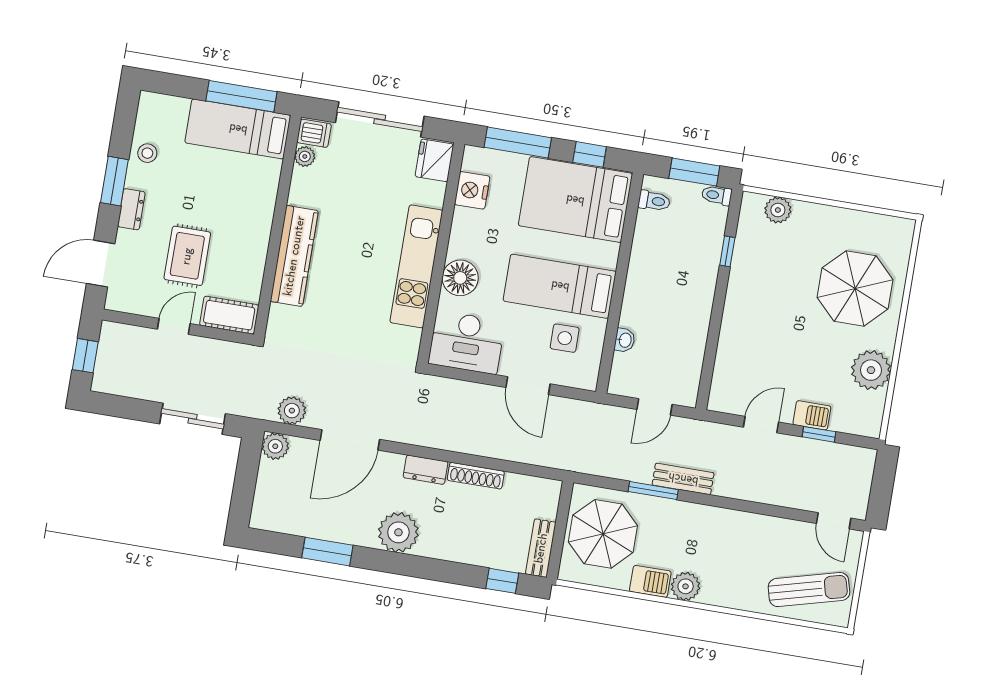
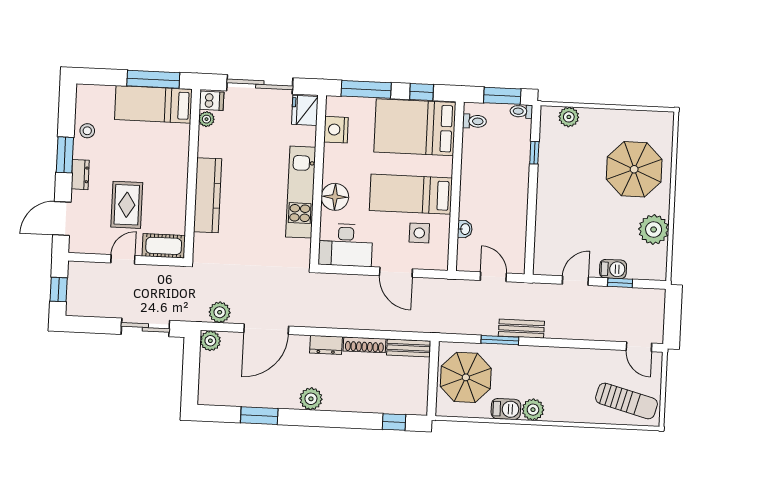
door: (655, 407) -> (493, 277), swing flipped
plant: (398, 532) -> (311, 399), width x0.73, depth x0.73
bench: (541, 548) -> (408, 348), moved, turned 90
sun lounger: (809, 590) -> (627, 401), turned 30

